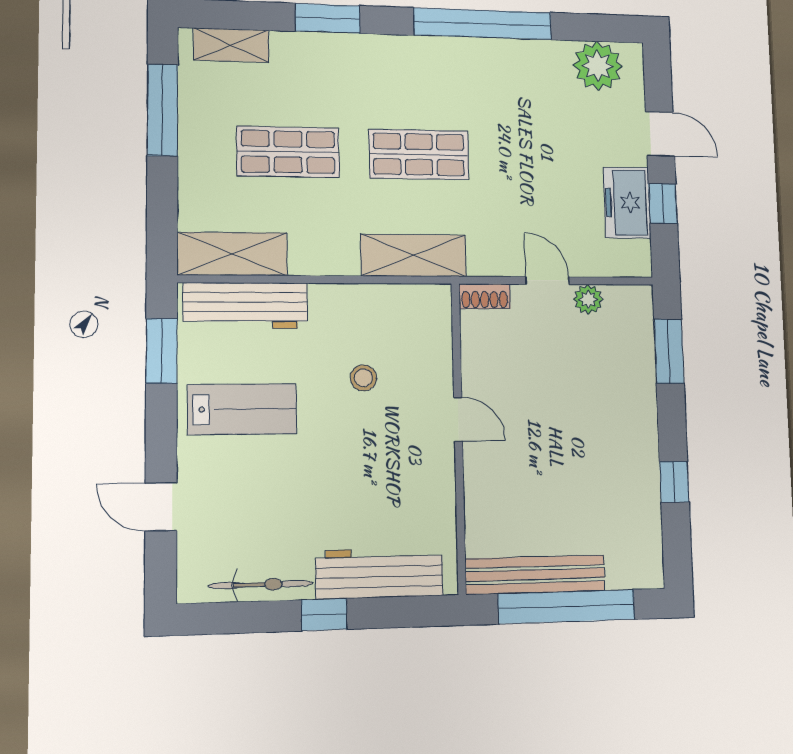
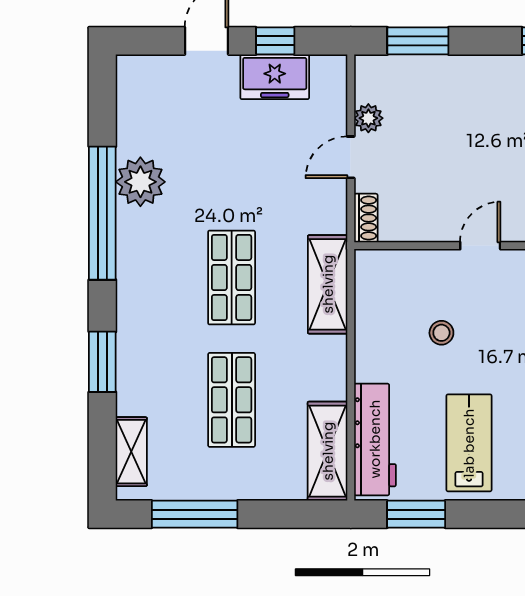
plant: (598, 66) -> (140, 182), moved

